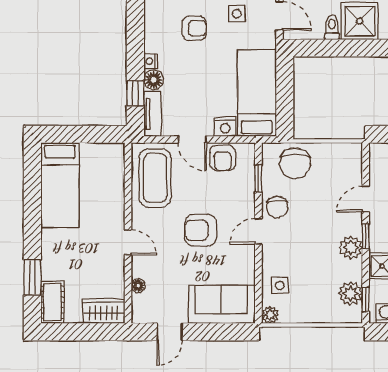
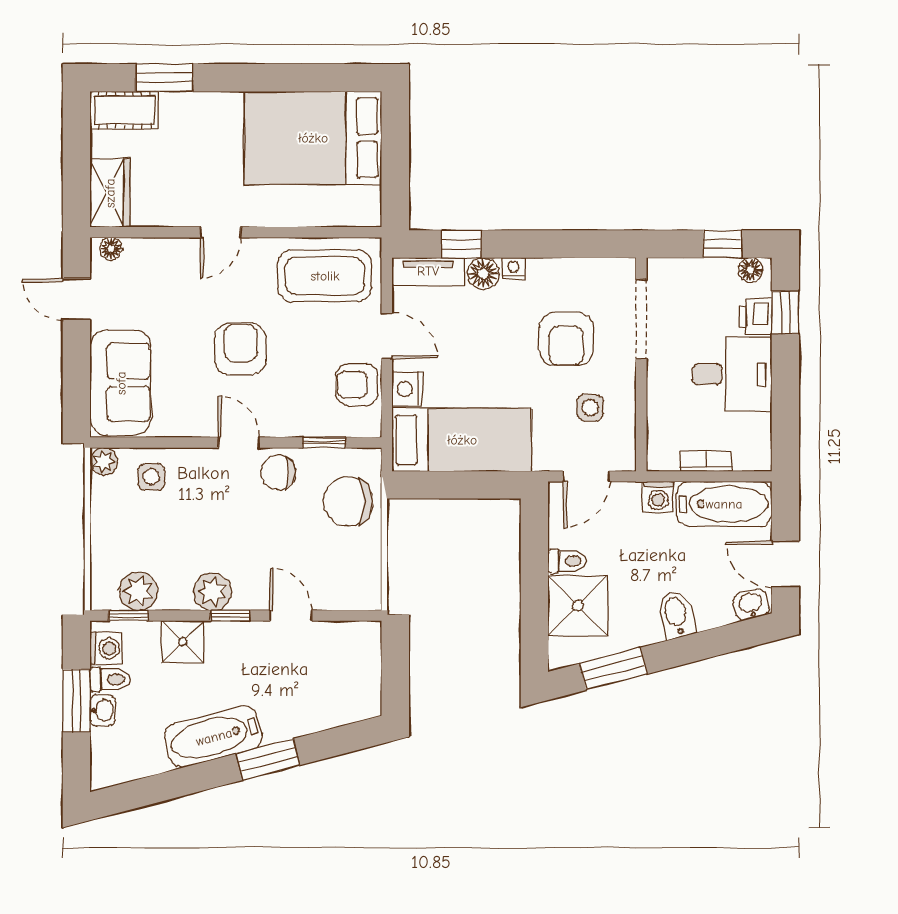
armchair: (194, 28) -> (566, 339), width x1.38, depth x1.38
door: (192, 139) -> (387, 336), swing flipped
bed: (60, 185) -> (313, 138), width x1.50
floor lamp: (138, 286) -> (111, 249), moved

